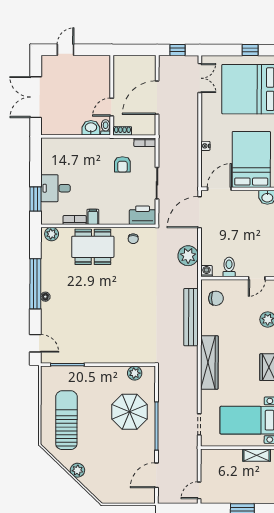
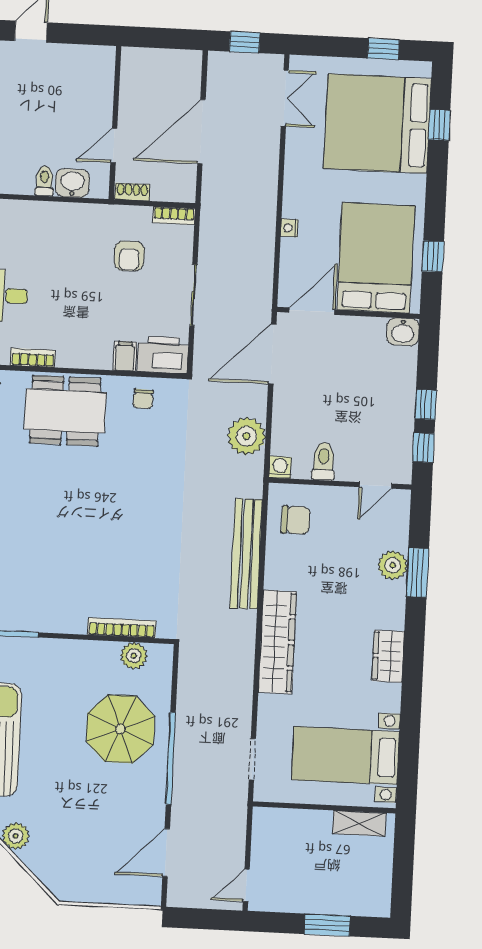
toilet: (106, 127) -> (44, 181), moved
filing cabinet: (93, 217) -> (125, 356), moved
bookcase: (128, 359) -> (122, 628), added

